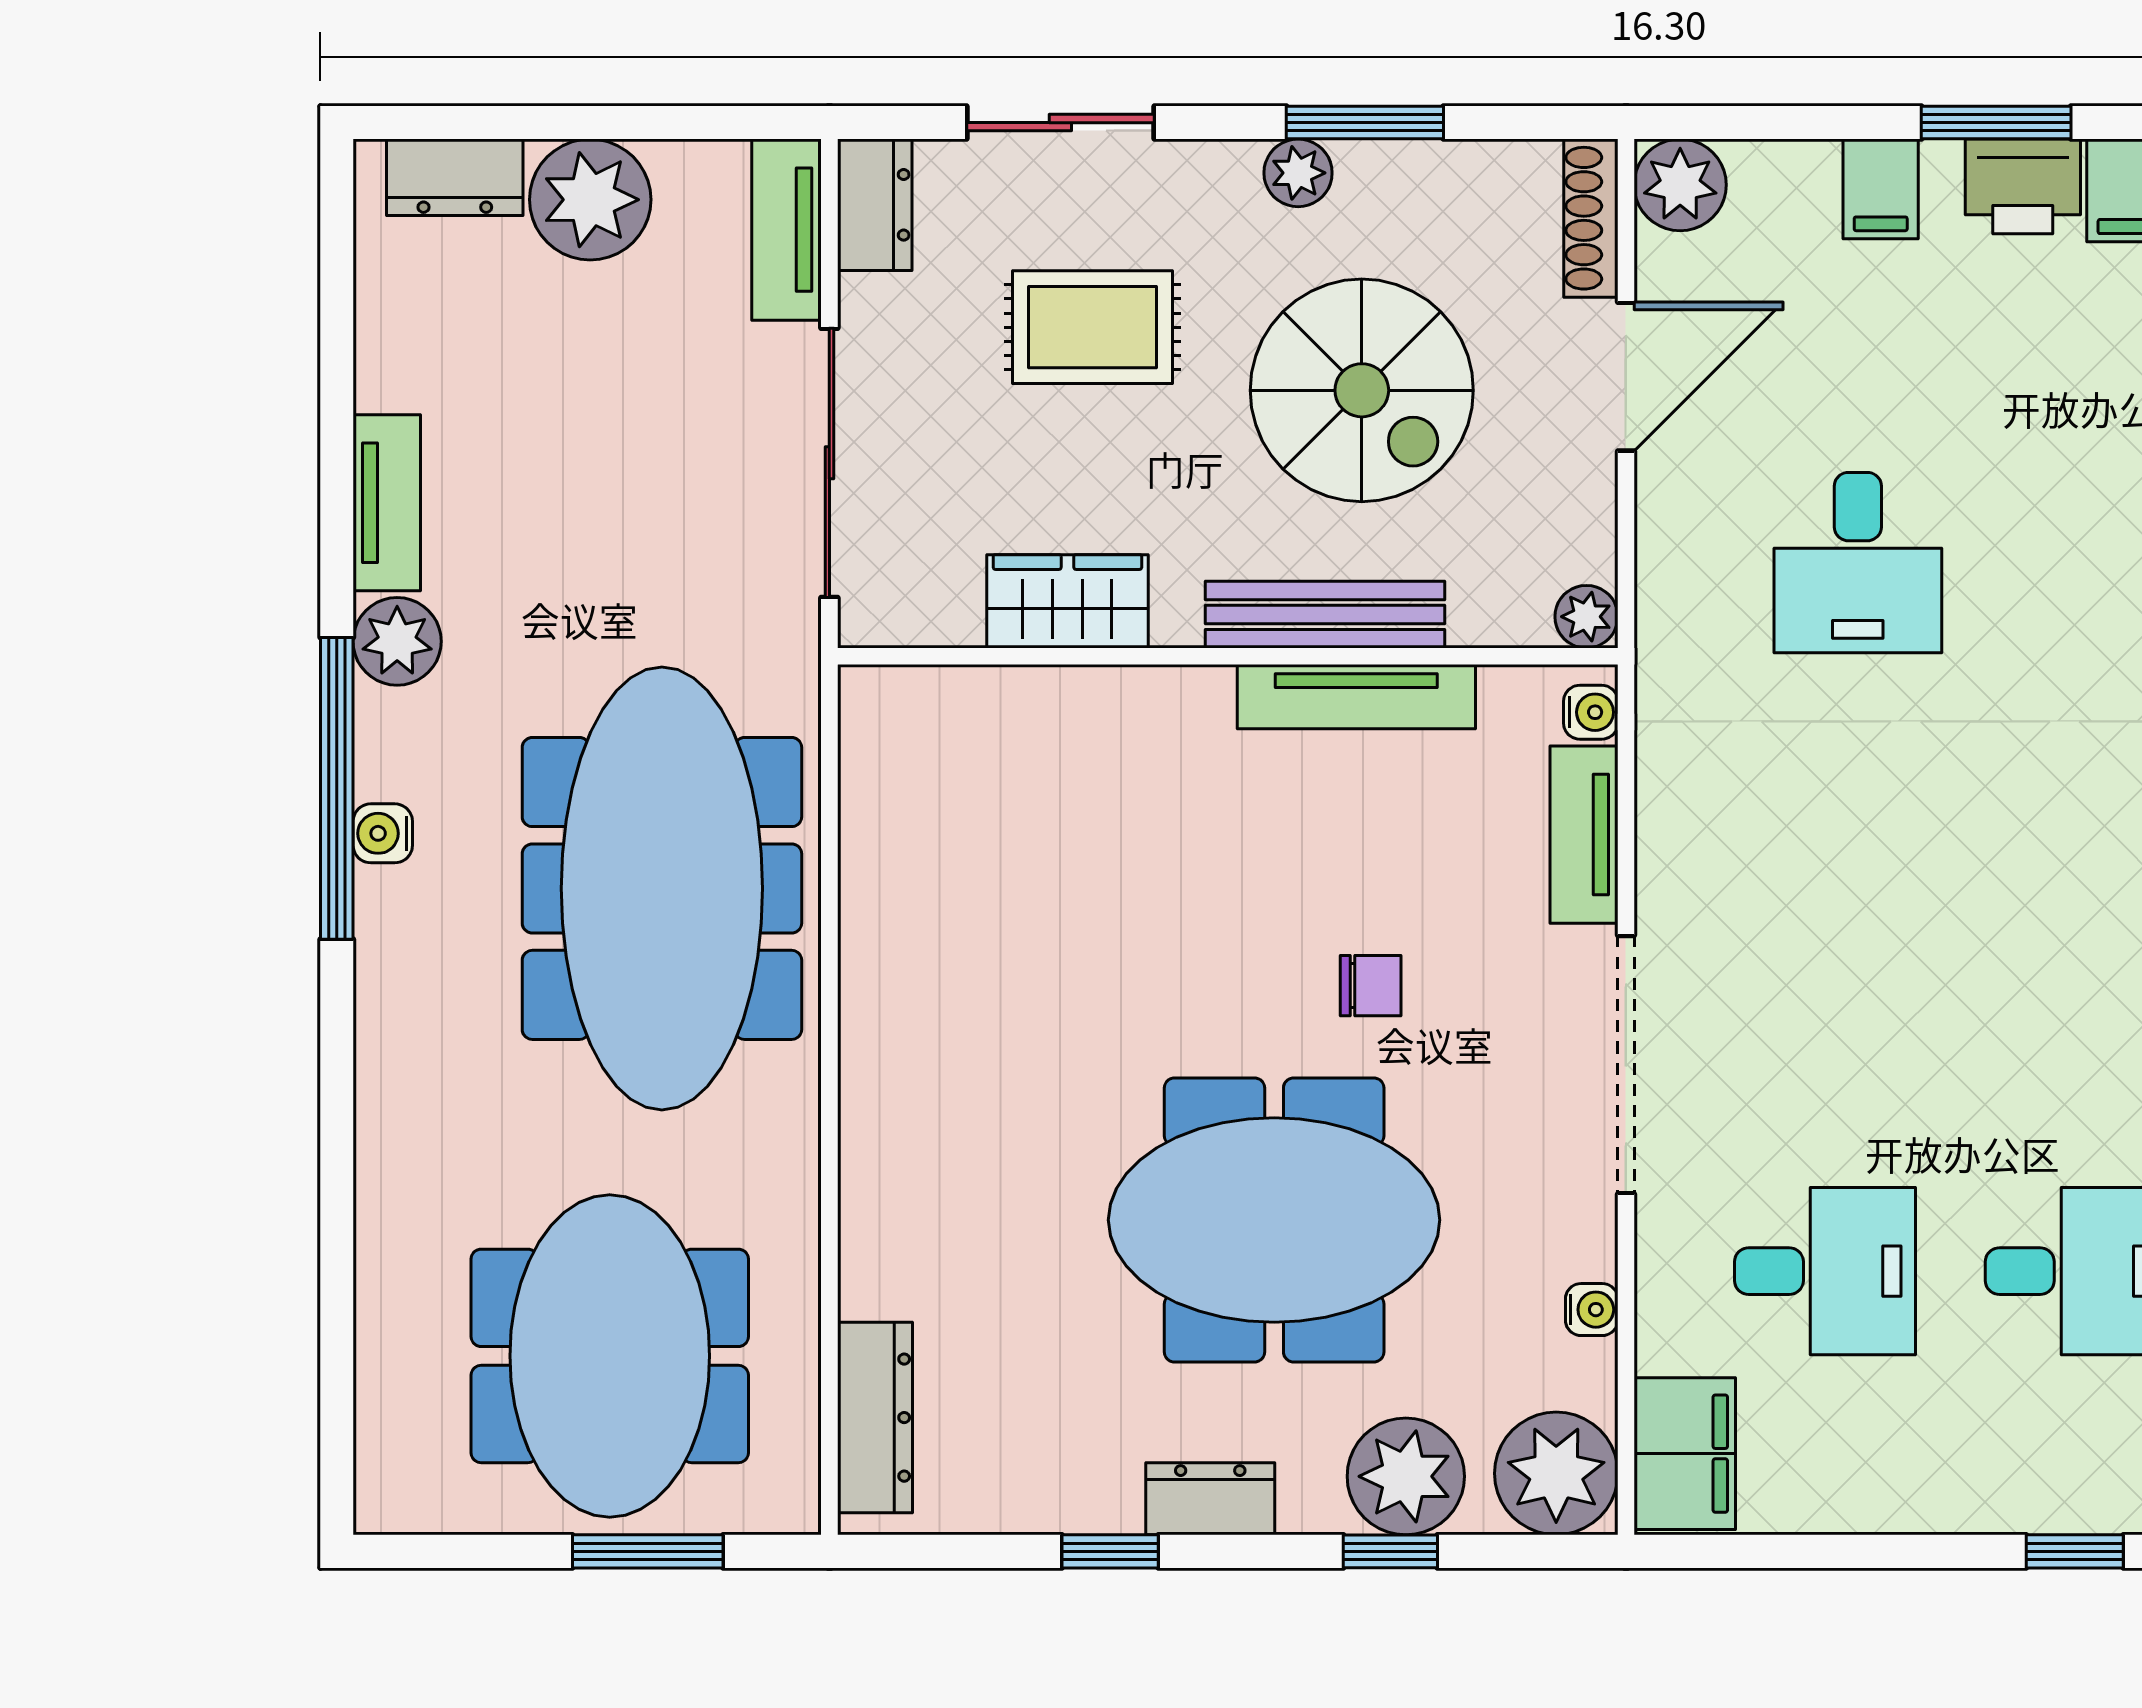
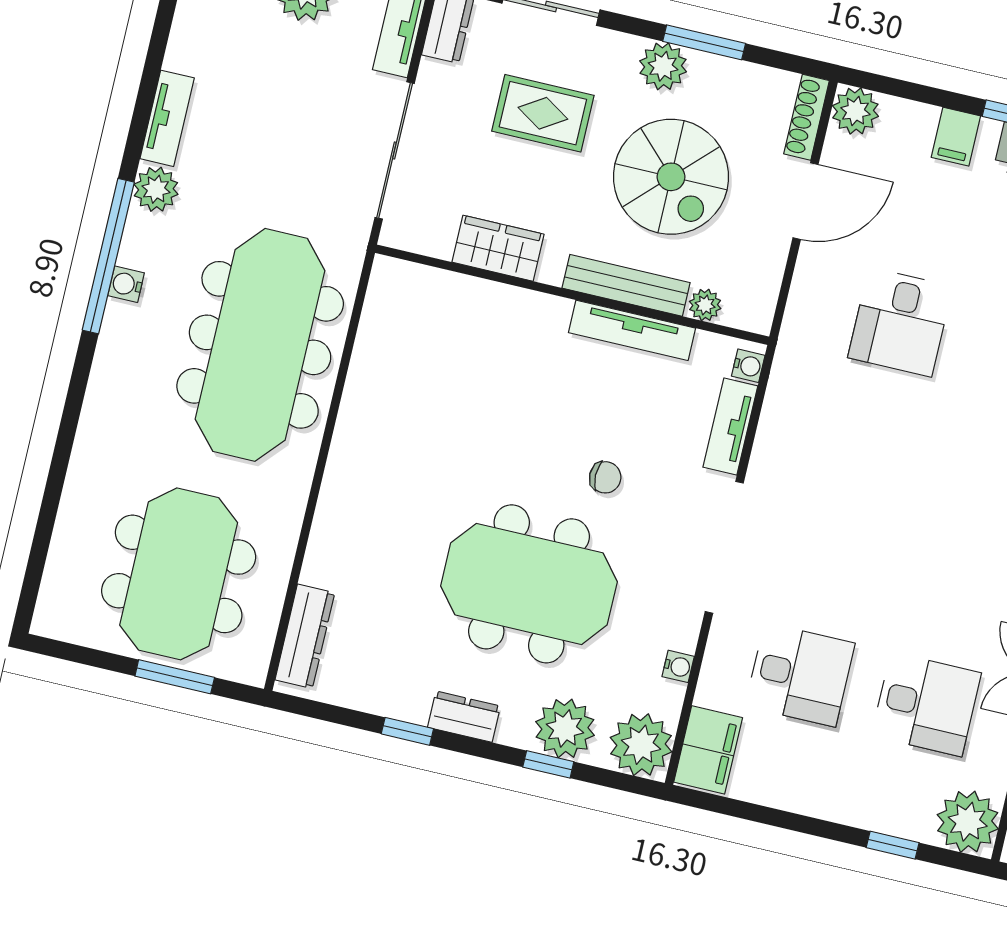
plant: (1298, 173) -> (663, 66), width x1.38, depth x1.38
plant: (1586, 617) -> (705, 305), moved

